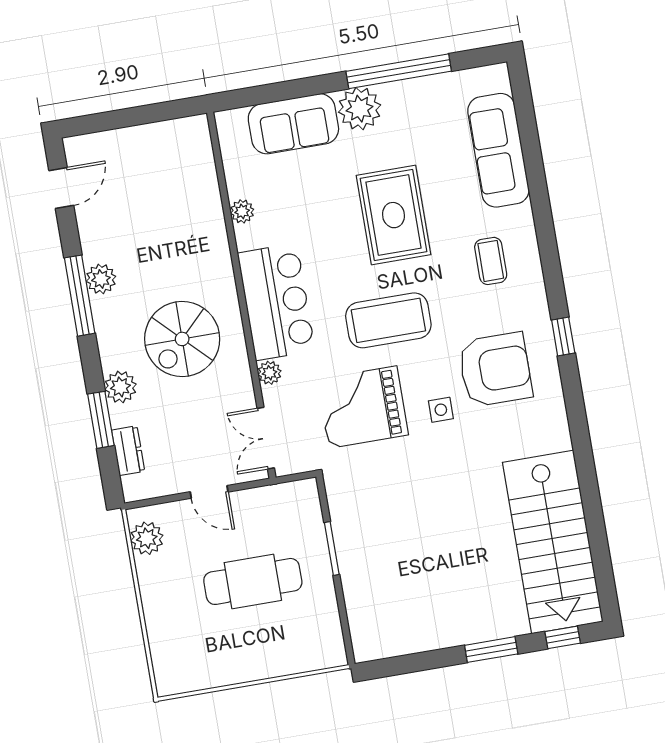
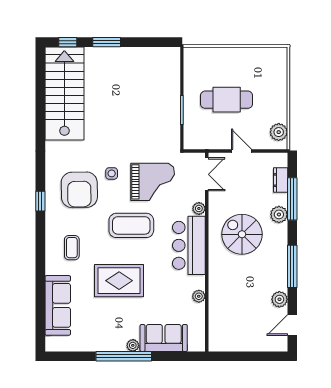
window: (399, 71) -> (124, 356), moved
plant: (360, 109) -> (133, 345), width x0.53, depth x0.53
rug: (393, 215) -> (119, 281), turned 90
plant: (101, 279) -> (279, 299), moved
spiral stairs: (182, 339) -> (242, 234), turned -90
armchair: (495, 370) -> (79, 190), turned -91
window: (101, 420) -> (292, 199), width x1.44

